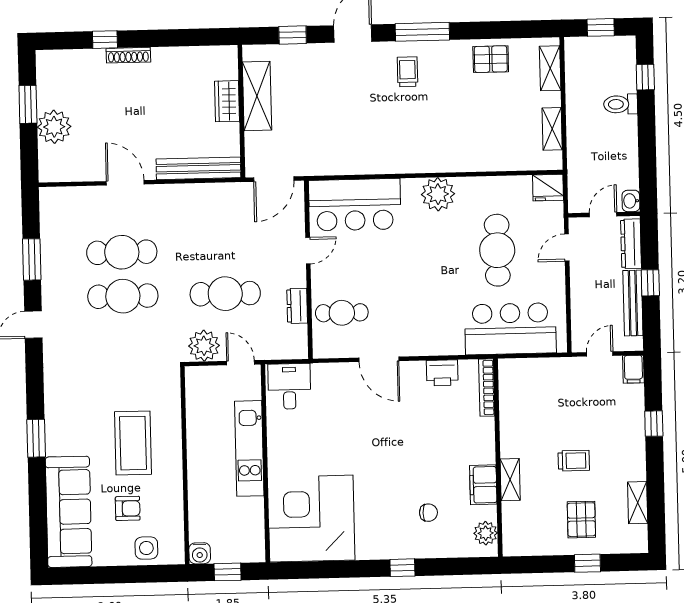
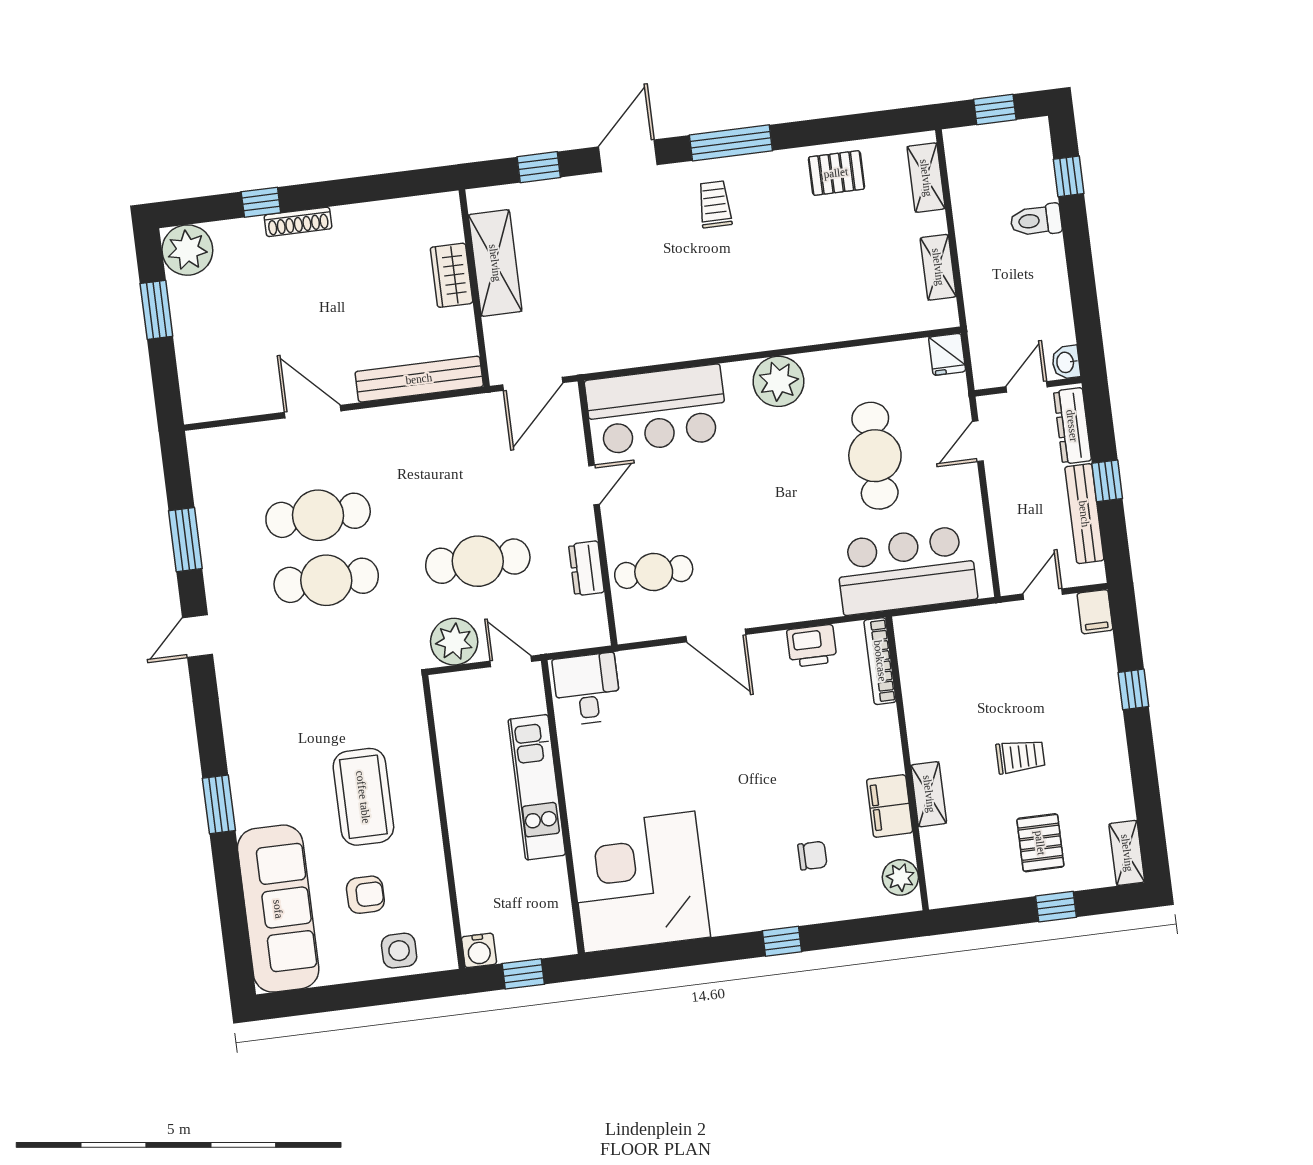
plant: (54, 127) -> (187, 250), moved
fridge: (548, 188) -> (947, 354), width x0.72
shelving: (638, 503) -> (1127, 853), moved

